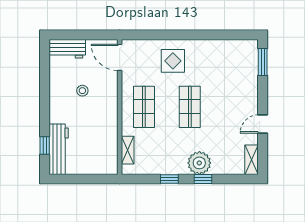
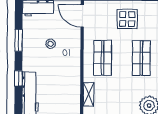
window: (45, 87) -> (19, 40), added
window: (45, 146) -> (18, 78), moved

